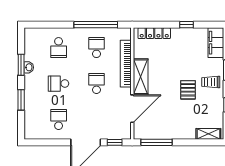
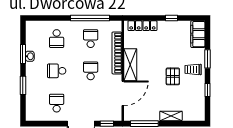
shelving: (208, 134) -> (171, 116), moved

